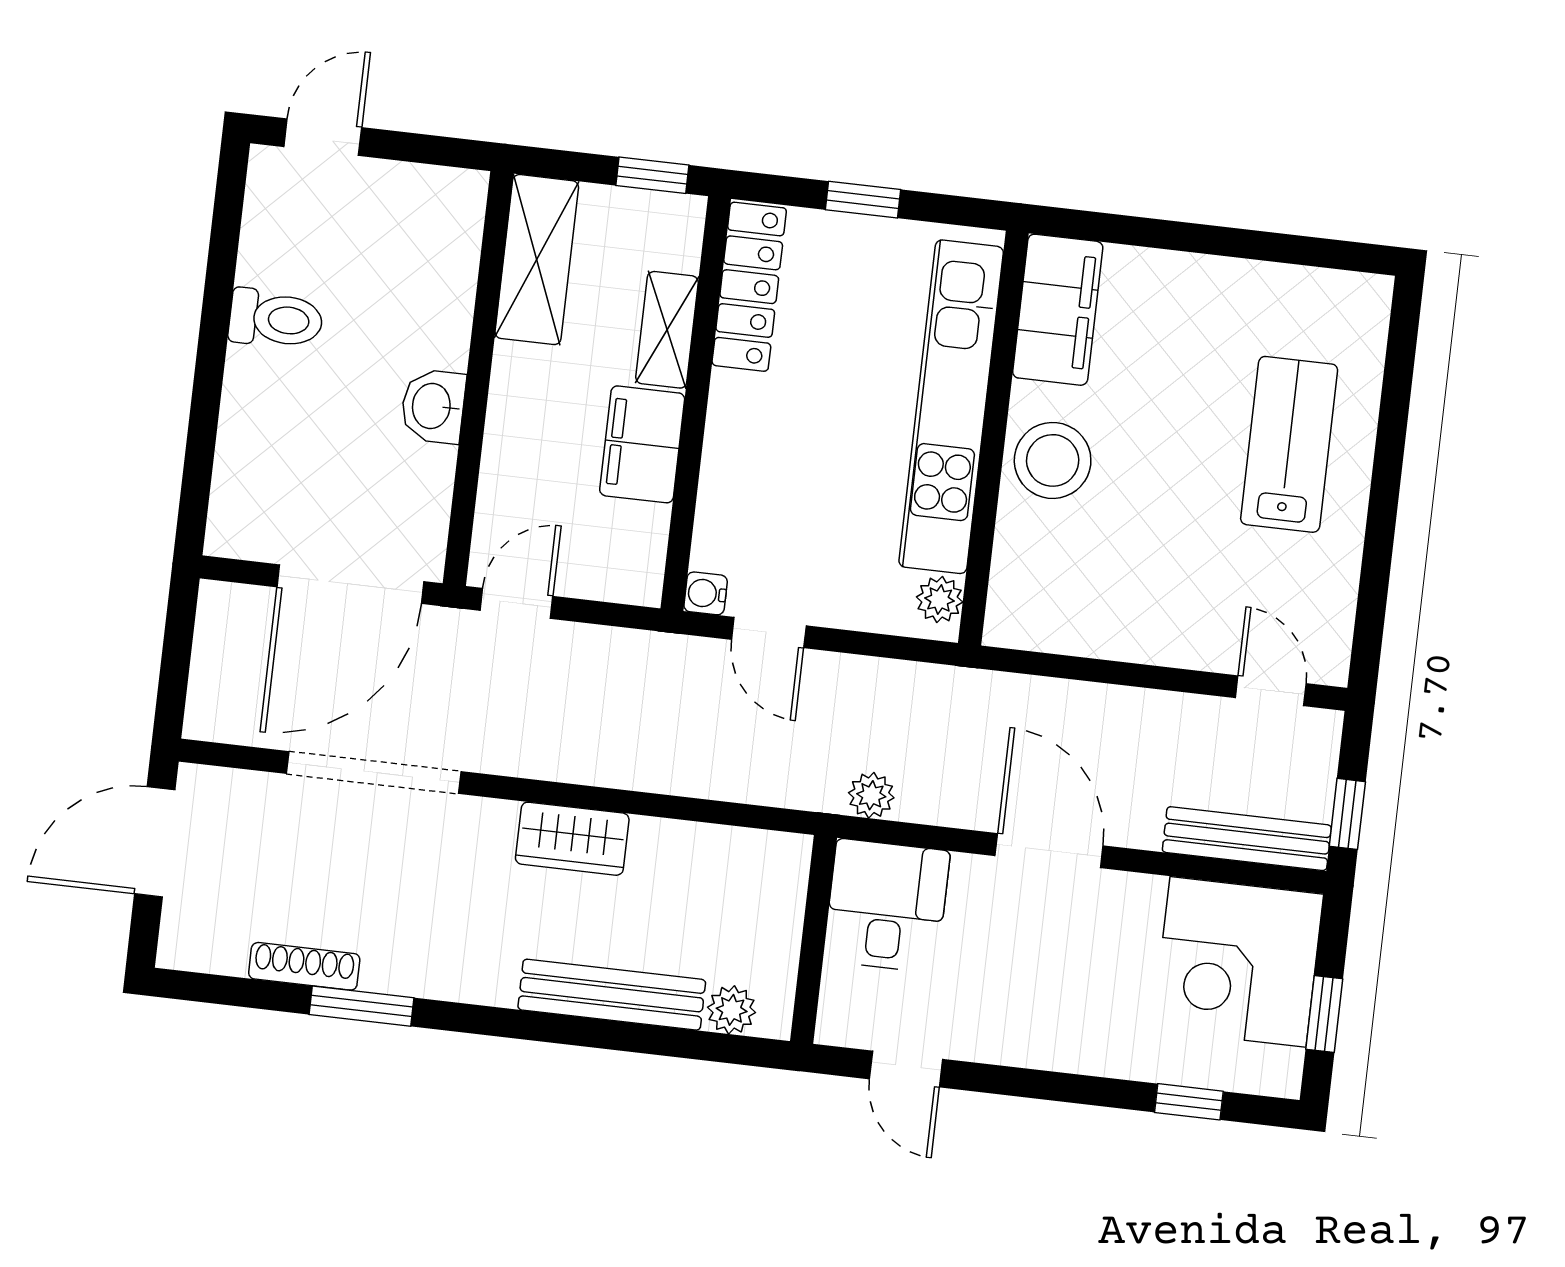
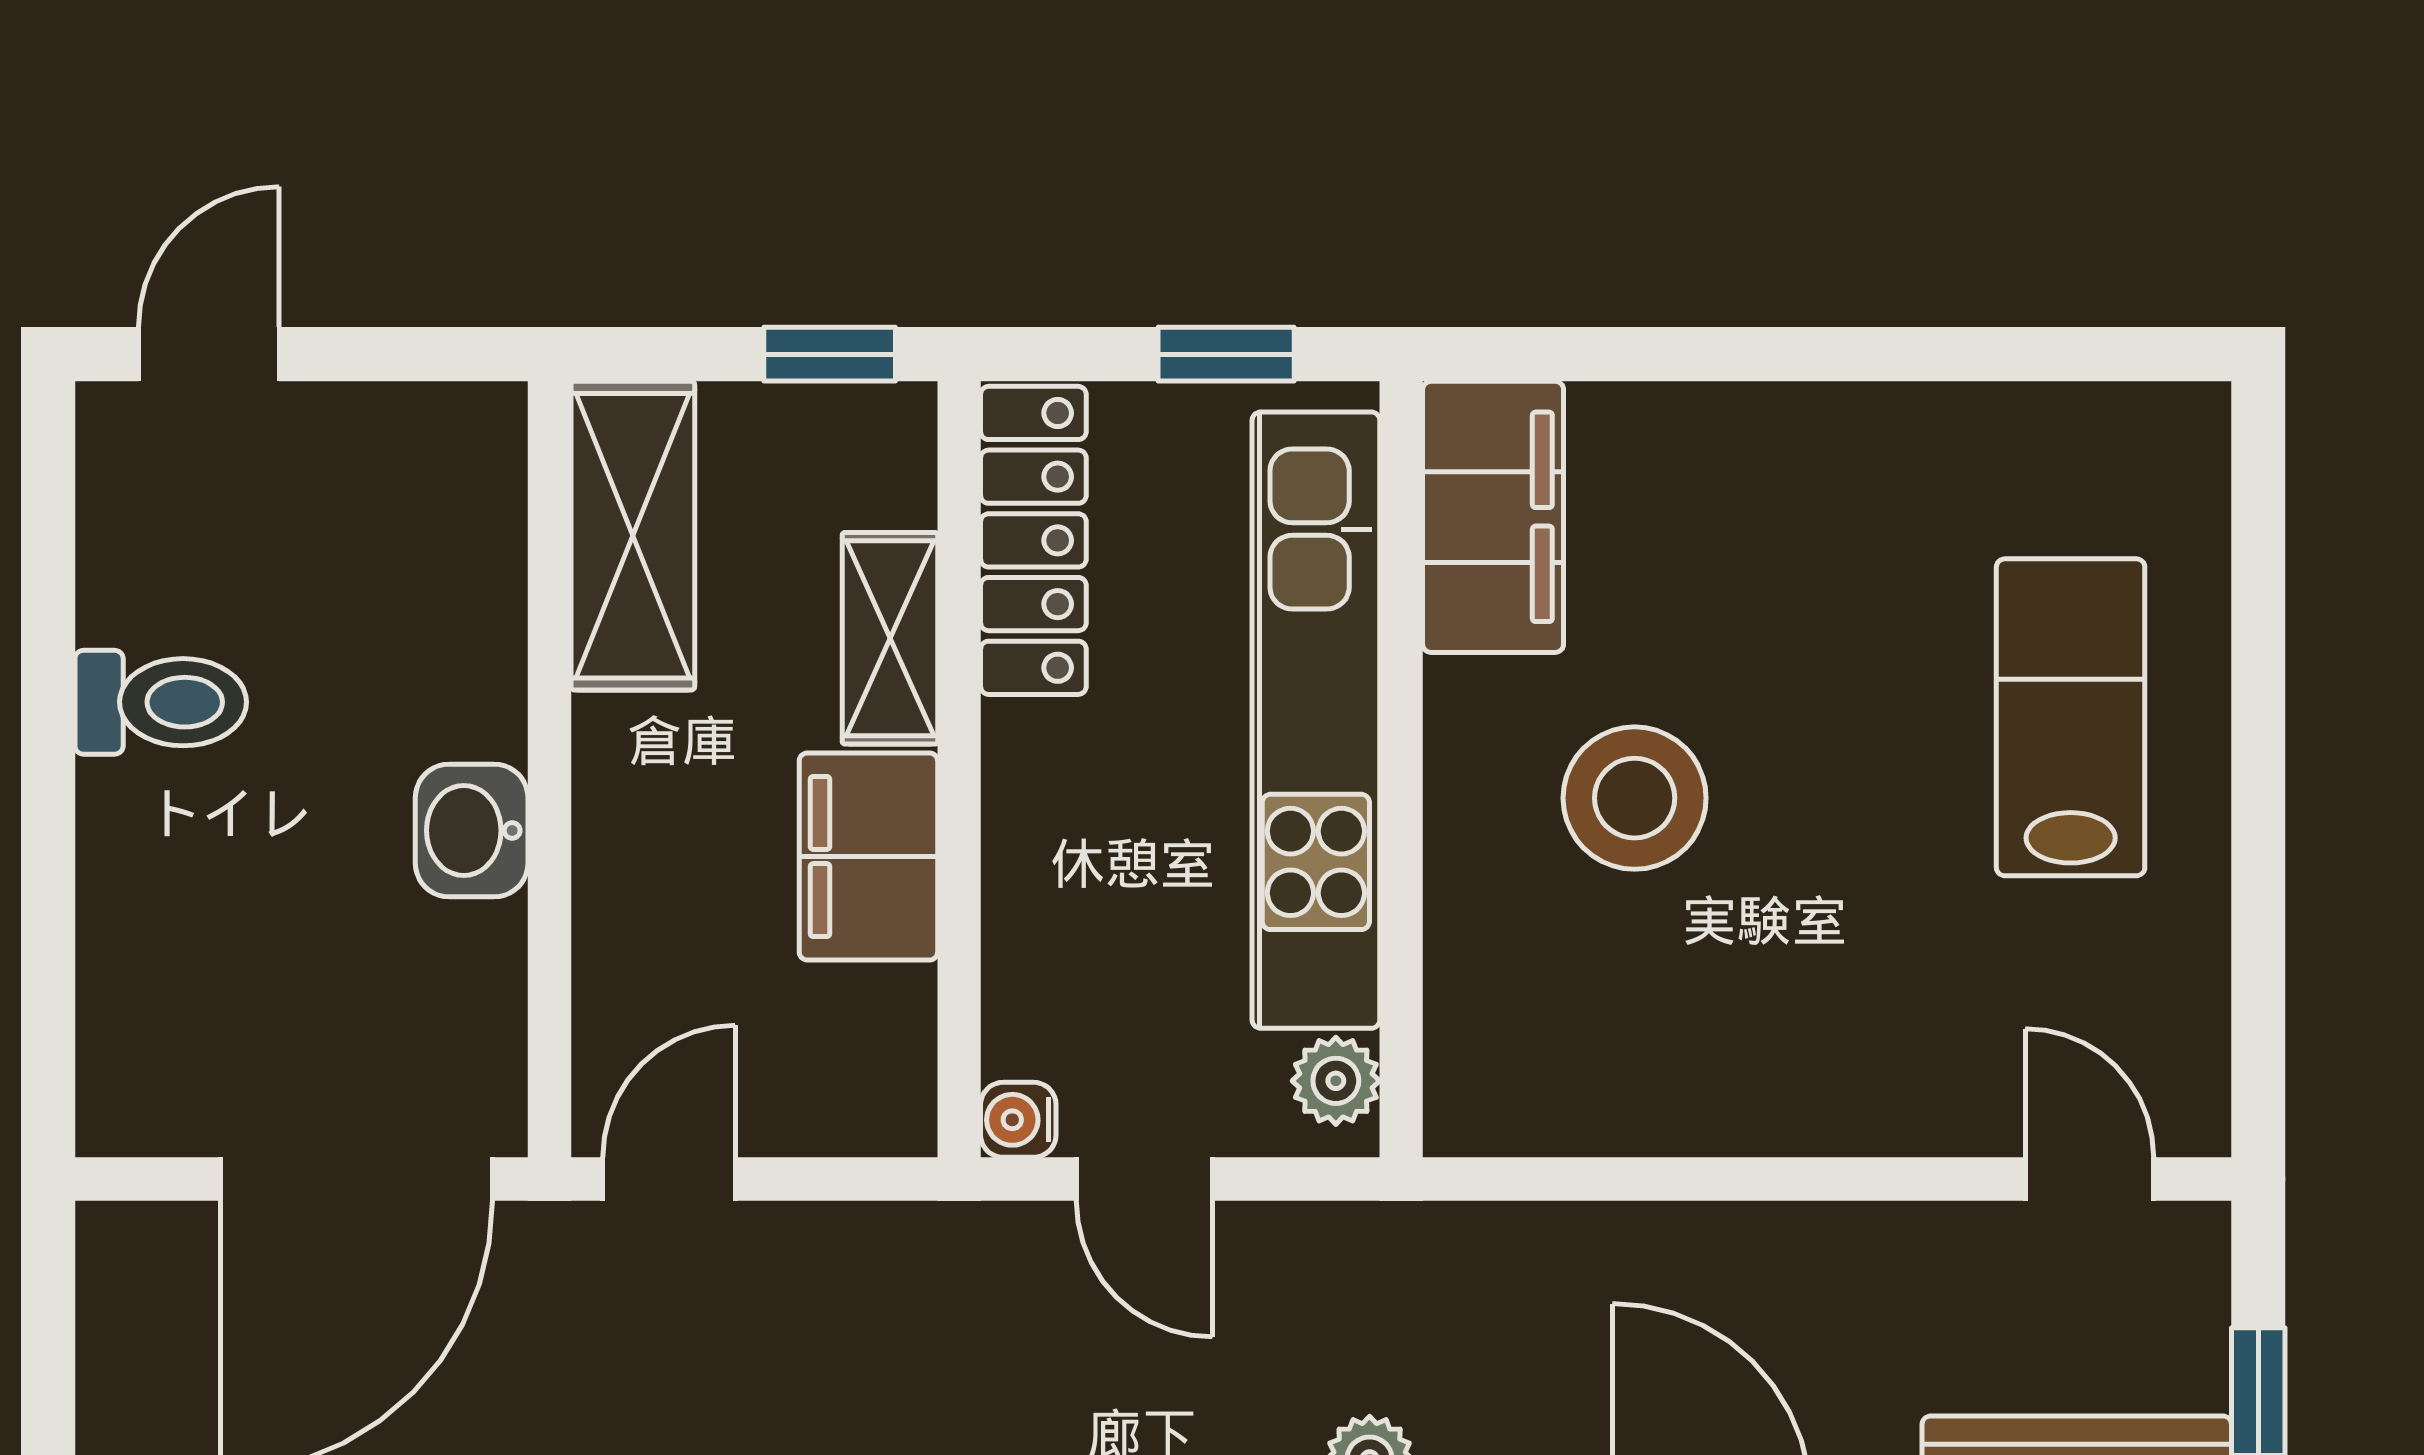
filing cabinet: (1058, 310) -> (1493, 517), moved
kitchen unit: (951, 407) -> (1316, 720), moved
wall: (993, 438) -> (1401, 769), moved
plant: (940, 600) -> (1336, 1081), moved

